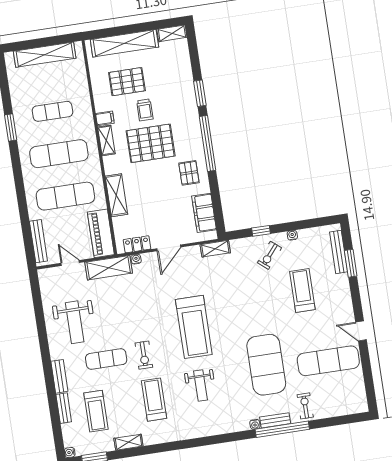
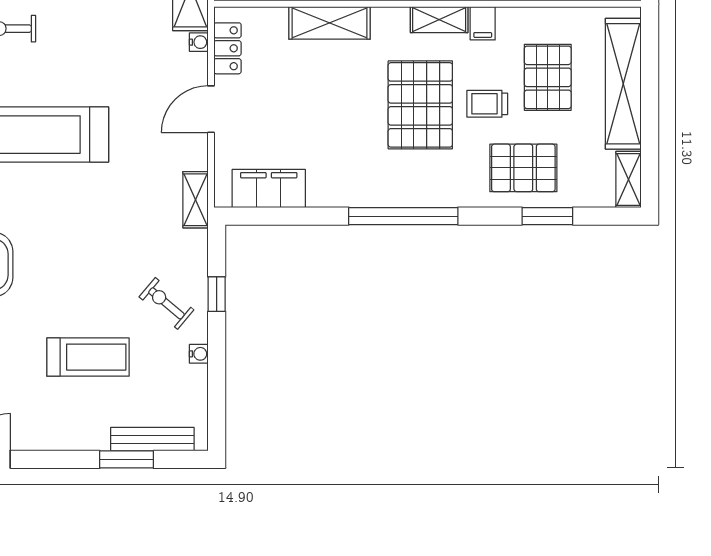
window: (200, 93) -> (547, 216), moved
pallet: (189, 173) -> (523, 168), moved, width x1.50, depth x1.42
door: (169, 248) -> (211, 109), hinge flipped

